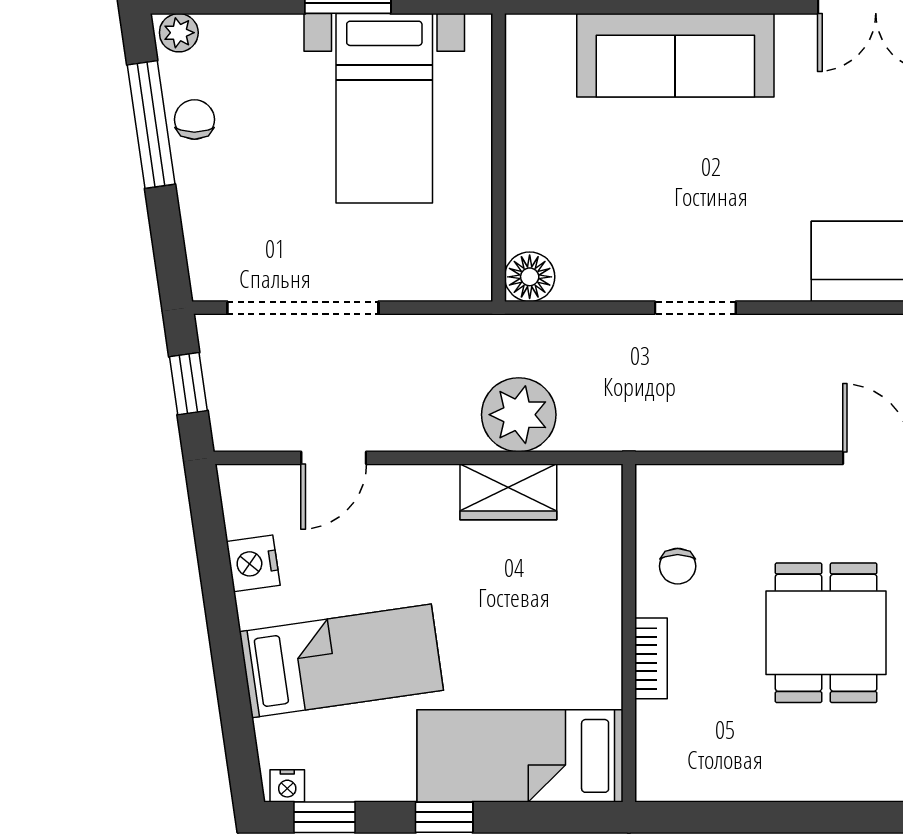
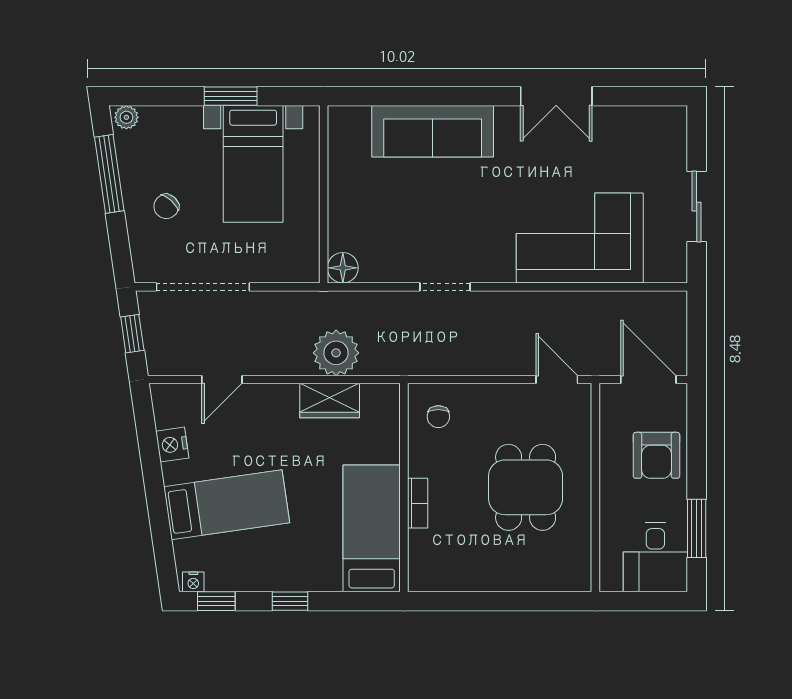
chair: (194, 120) -> (166, 206), moved, turned -138
chair: (678, 566) -> (438, 417), moved
bed: (520, 756) -> (372, 528), moved, turned 90

